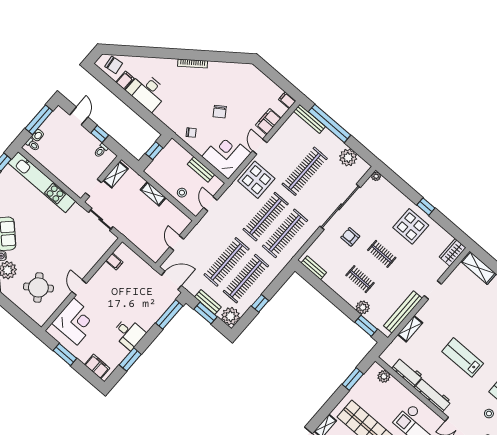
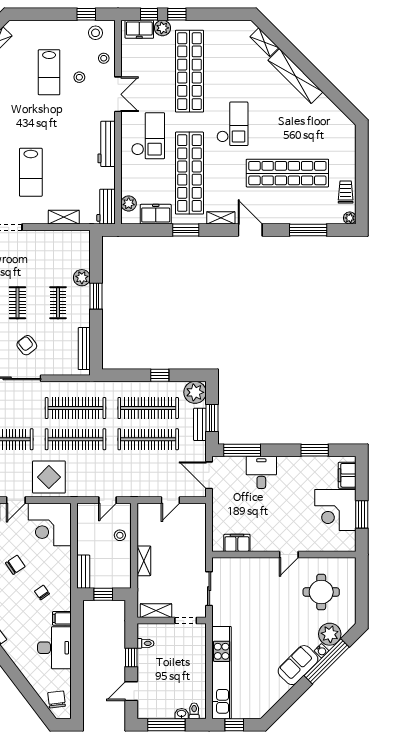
filing cabinet: (125, 80) -> (62, 618), moved
chair: (191, 133) -> (42, 592), moved
bench: (201, 169) -> (83, 572), moved
armchair: (350, 237) -> (27, 345), turned 142
filing cabinet: (114, 261) -> (237, 543), width x2.00
bench: (314, 268) -> (84, 349), width x1.36
round table: (38, 287) -> (321, 592), turned 36
bench: (403, 312) -> (54, 237), removed
corner desk: (75, 322) -> (335, 510), moved, turned -90
window: (366, 326) -> (96, 296), moved
desk: (129, 333) -> (261, 472), moved
lab bench: (463, 357) -> (31, 172), moved
workbench: (407, 372) -> (106, 207), moved
window: (353, 379) -> (186, 230), moved
freezer: (363, 388) -> (156, 214), added

